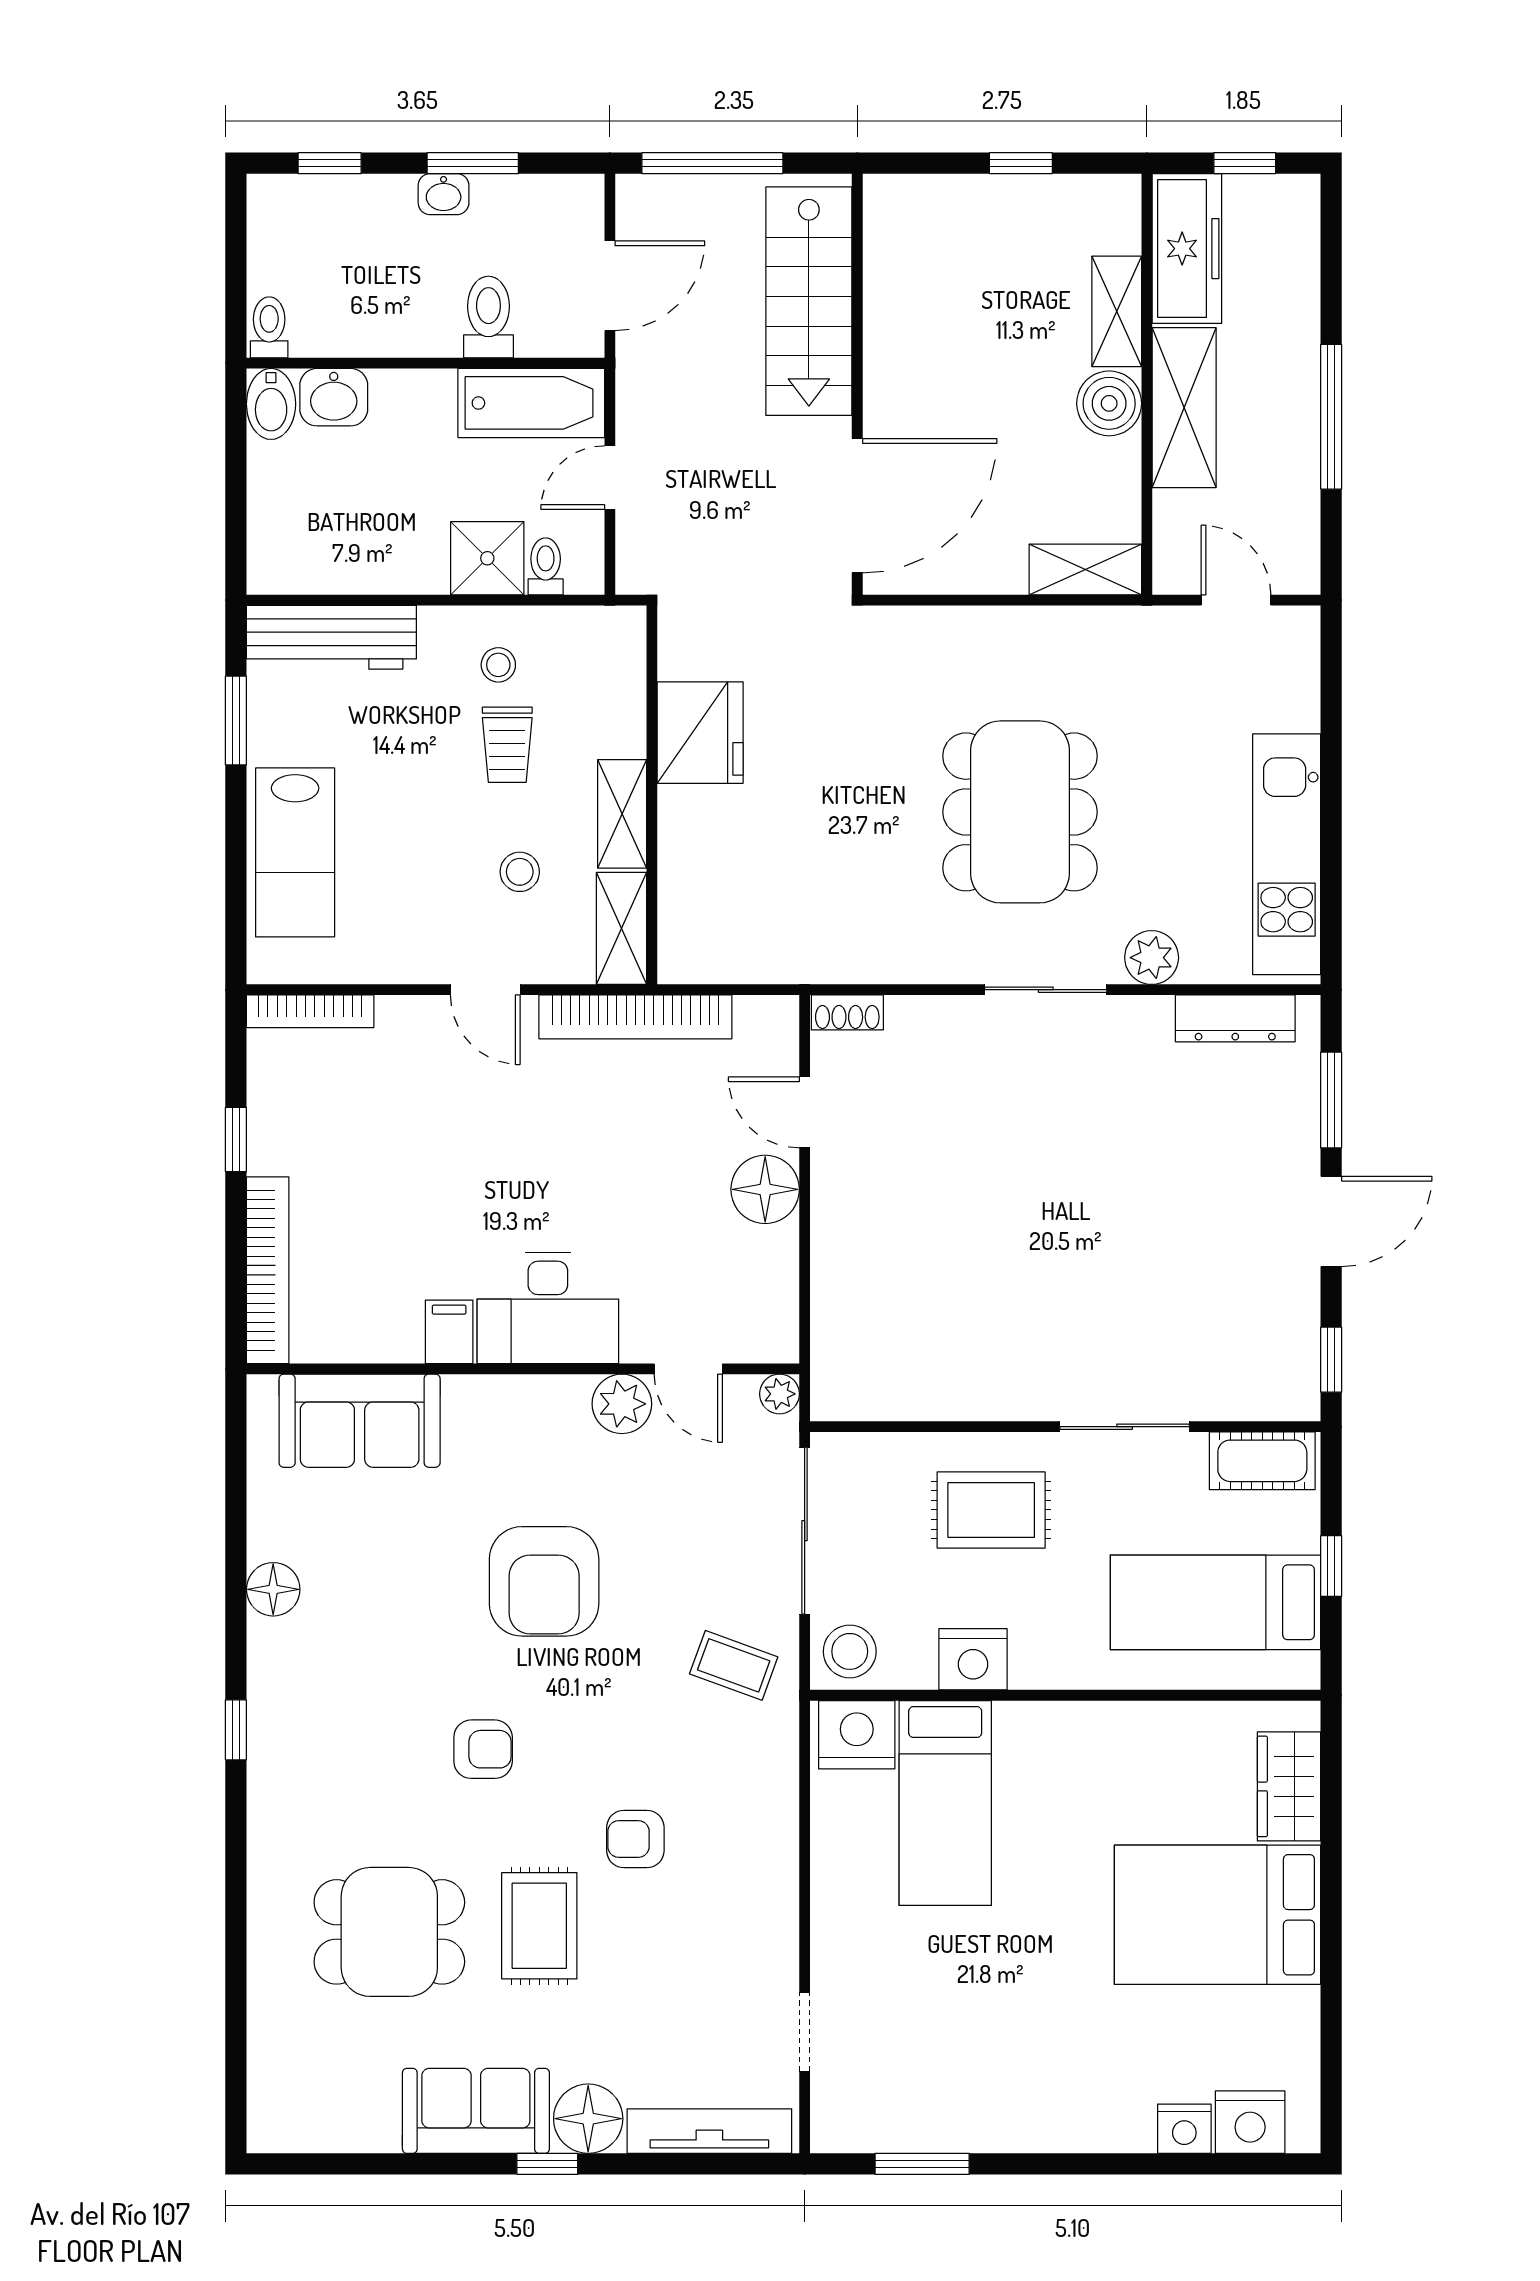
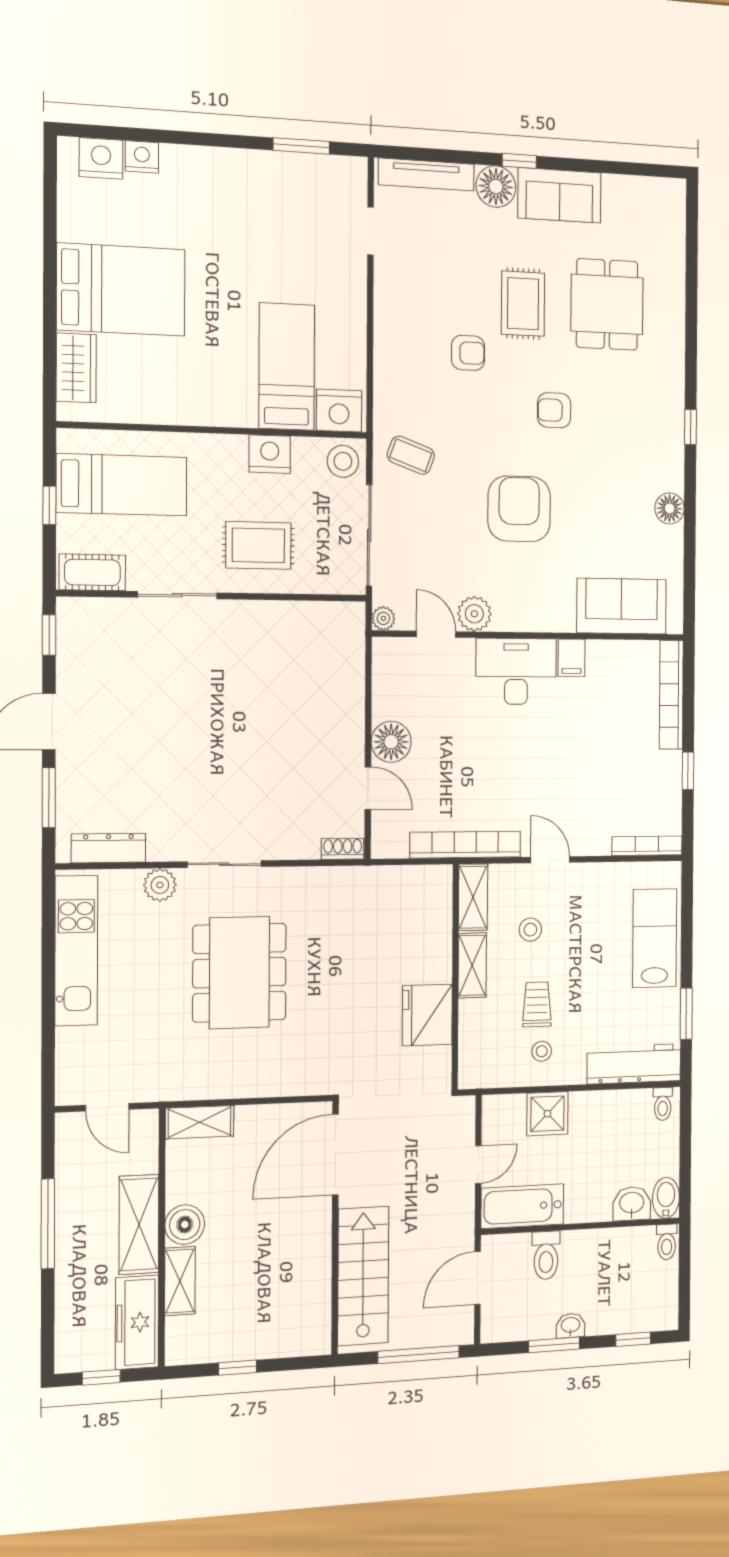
toilet: (546, 566) -> (663, 1104), moved
dining table: (389, 1932) -> (607, 304), turned 90

